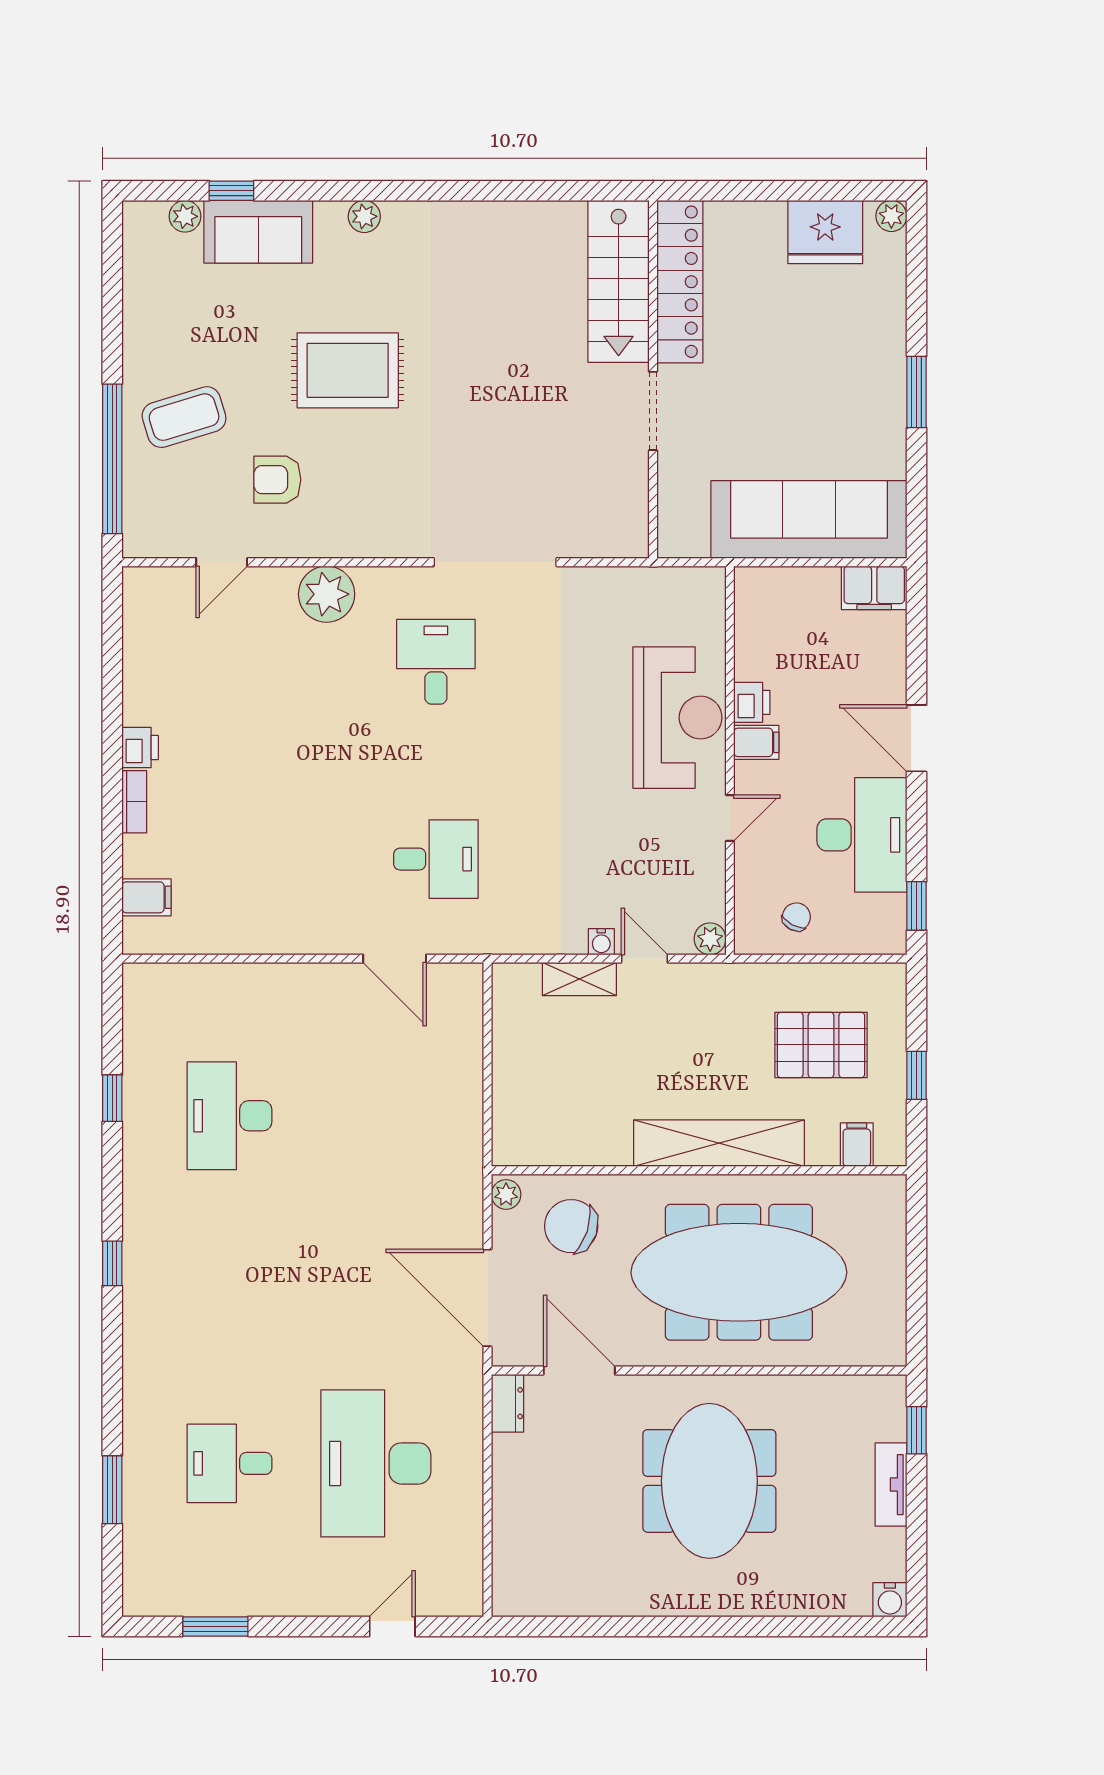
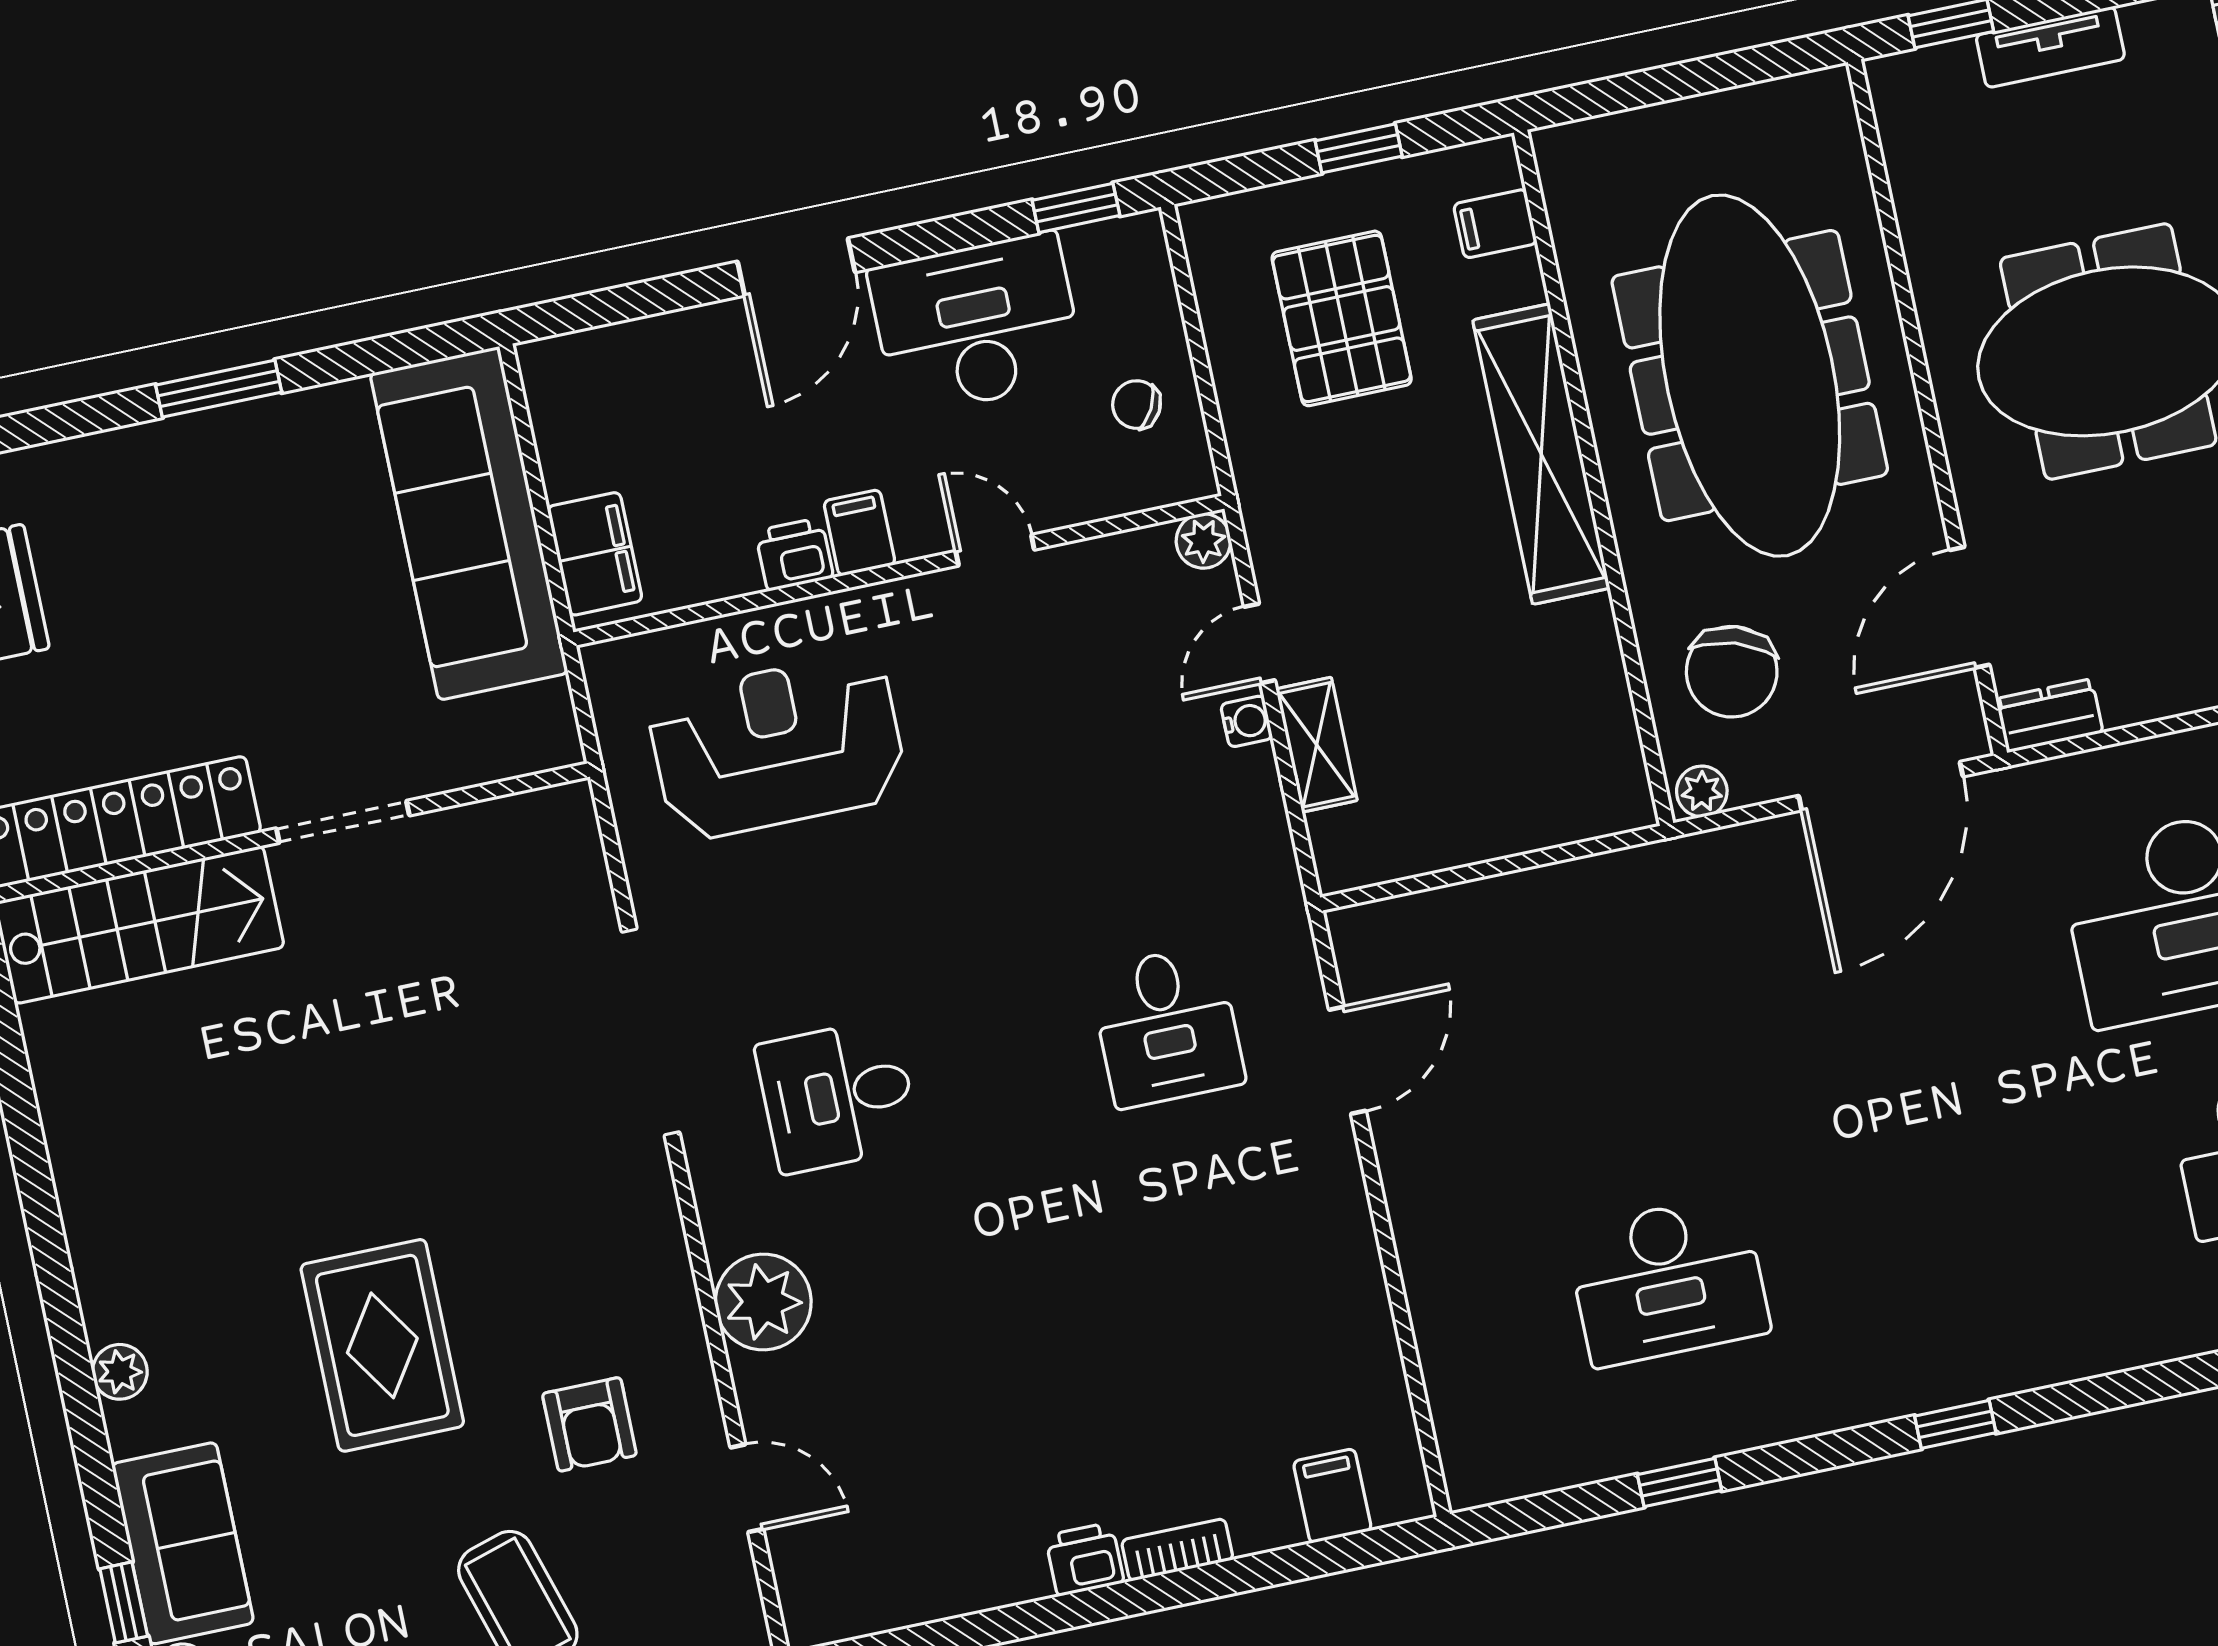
filing cabinet: (874, 588) -> (595, 554), moved
reception desk: (677, 718) -> (777, 746), moved
desk: (436, 859) -> (1167, 1026), turned 180

